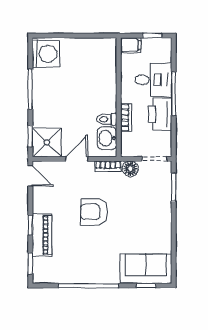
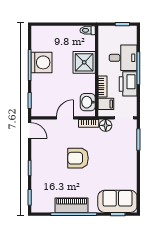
filing cabinet: (131, 45) -> (106, 104), moved
washing machine: (46, 54) -> (41, 62), moved
toilet: (107, 119) -> (88, 30), moved
shower: (47, 142) -> (84, 62), moved
piano: (42, 235) -> (72, 205), moved, turned -90

